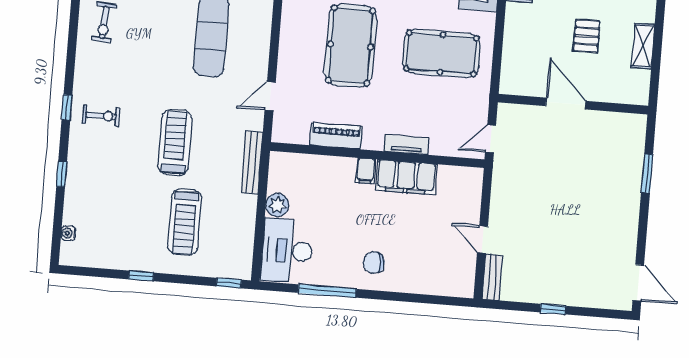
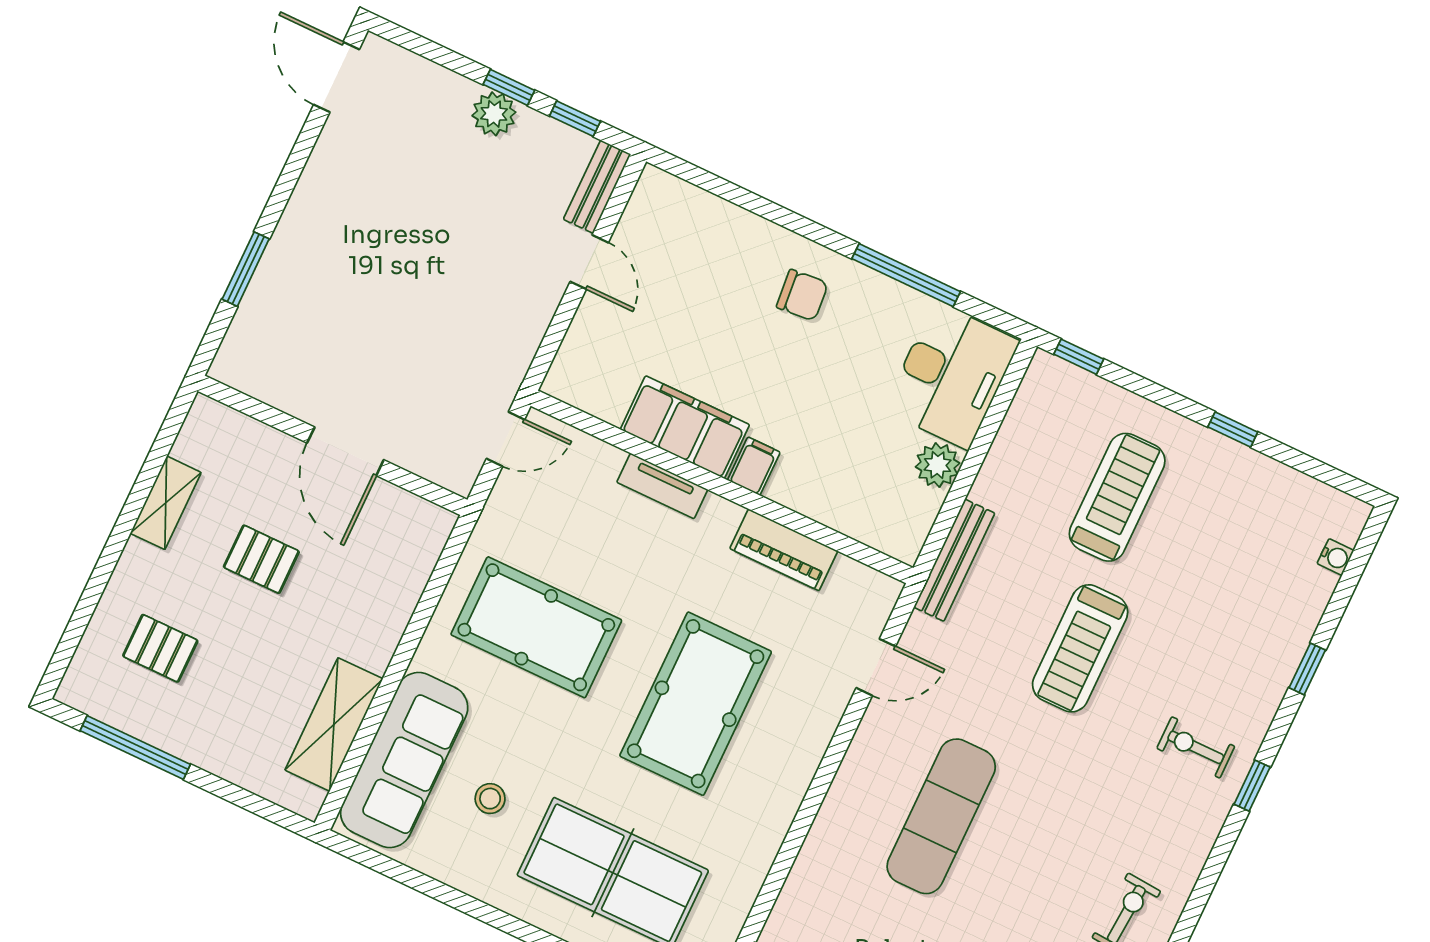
pallet: (587, 36) -> (261, 559), turned 90
plant: (555, 294) -> (494, 114), added
window: (516, 306) -> (575, 119), added

